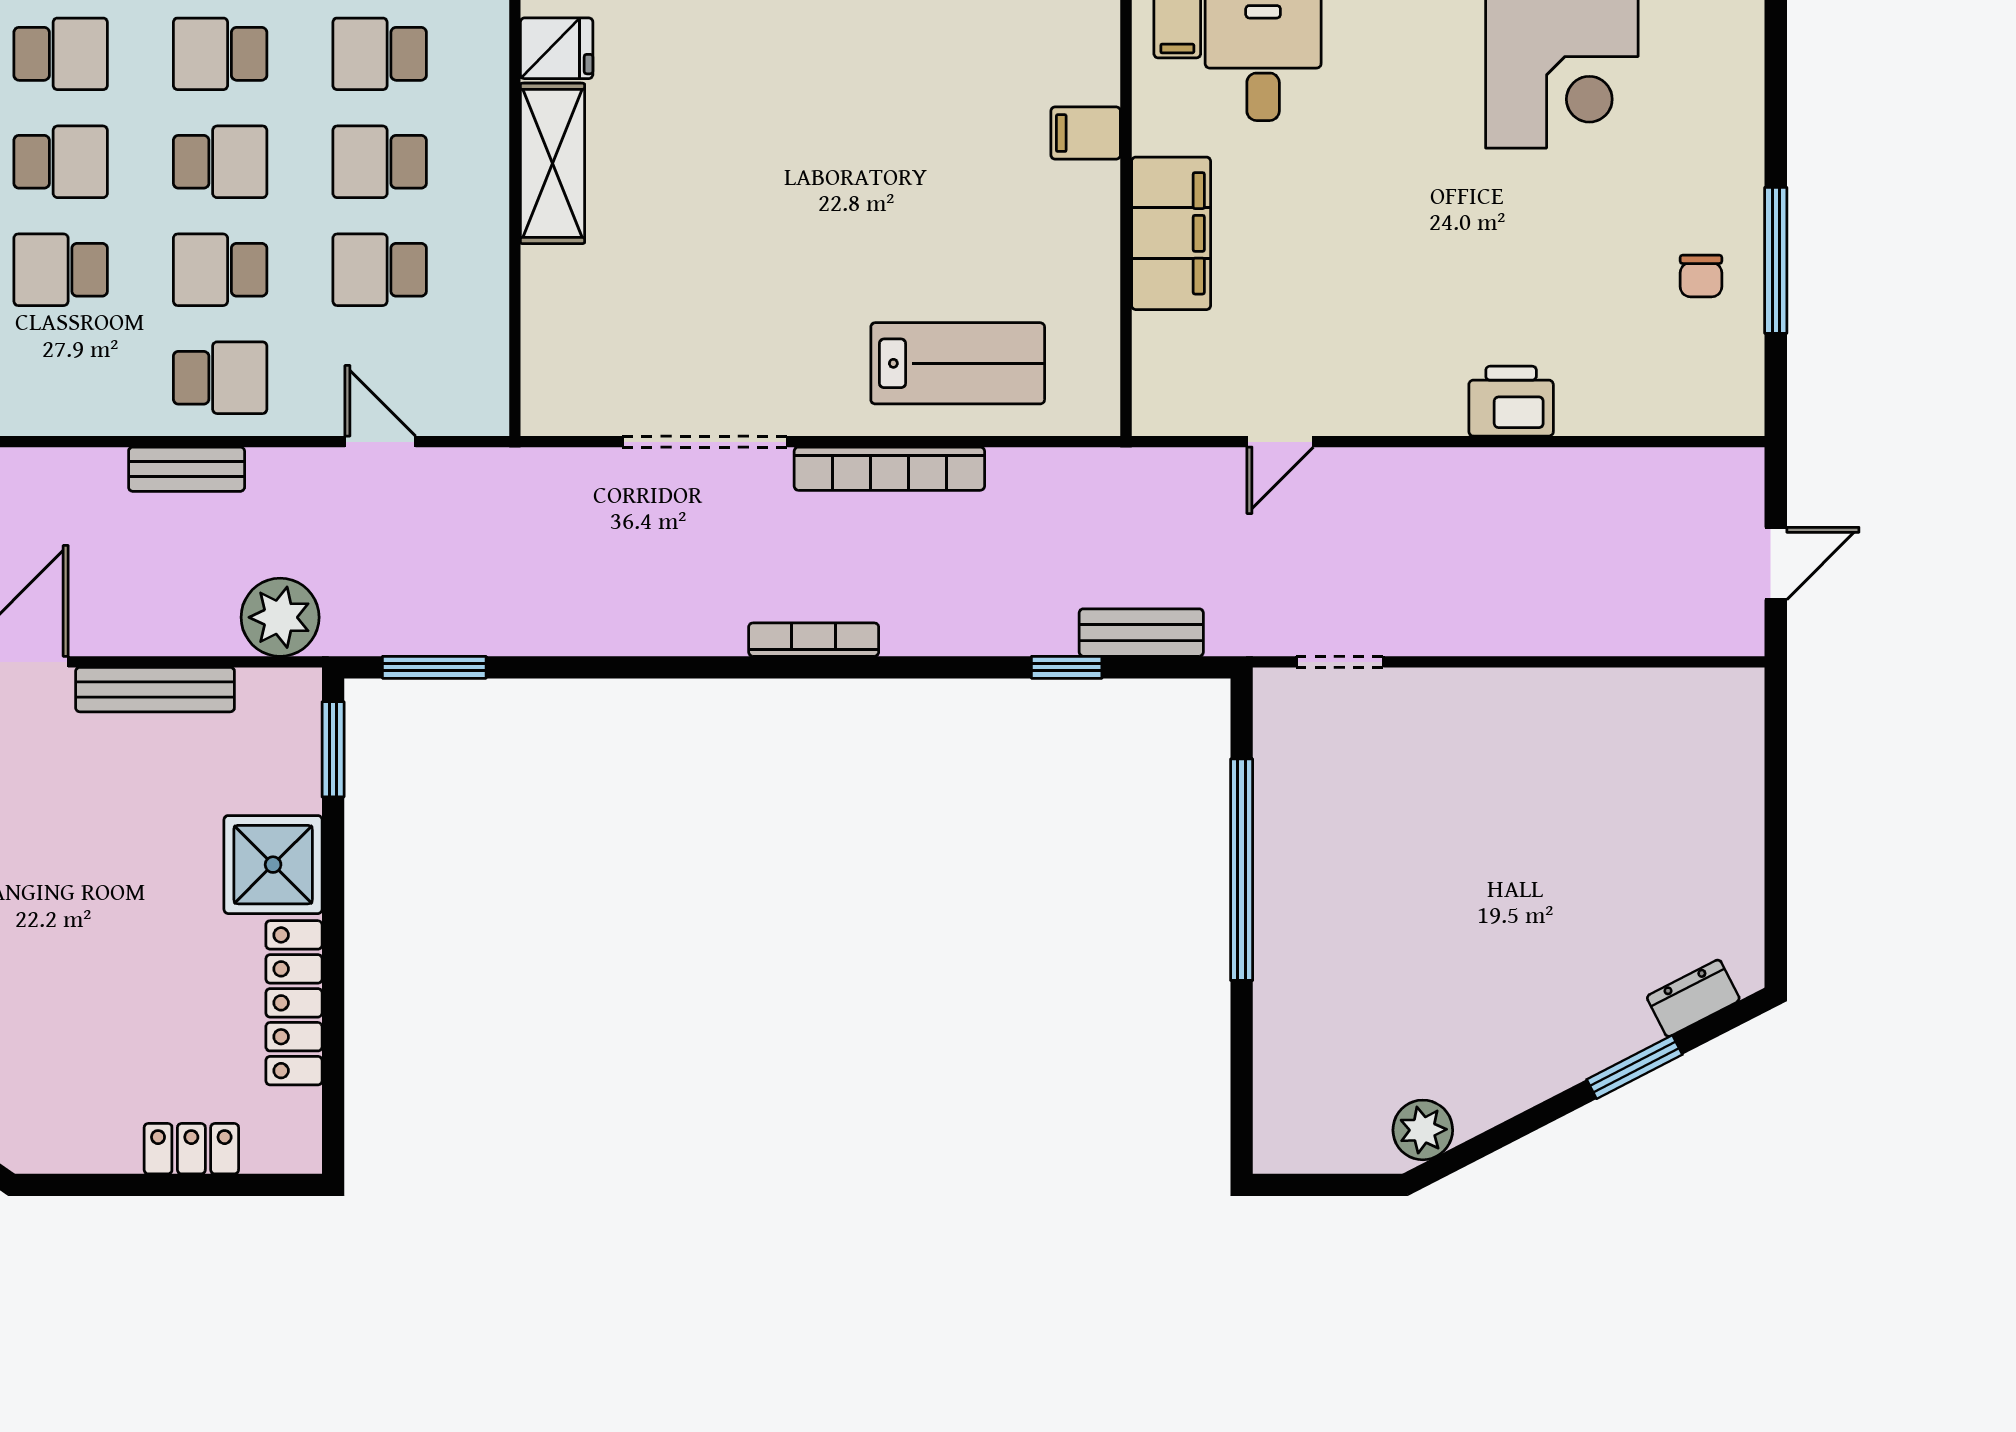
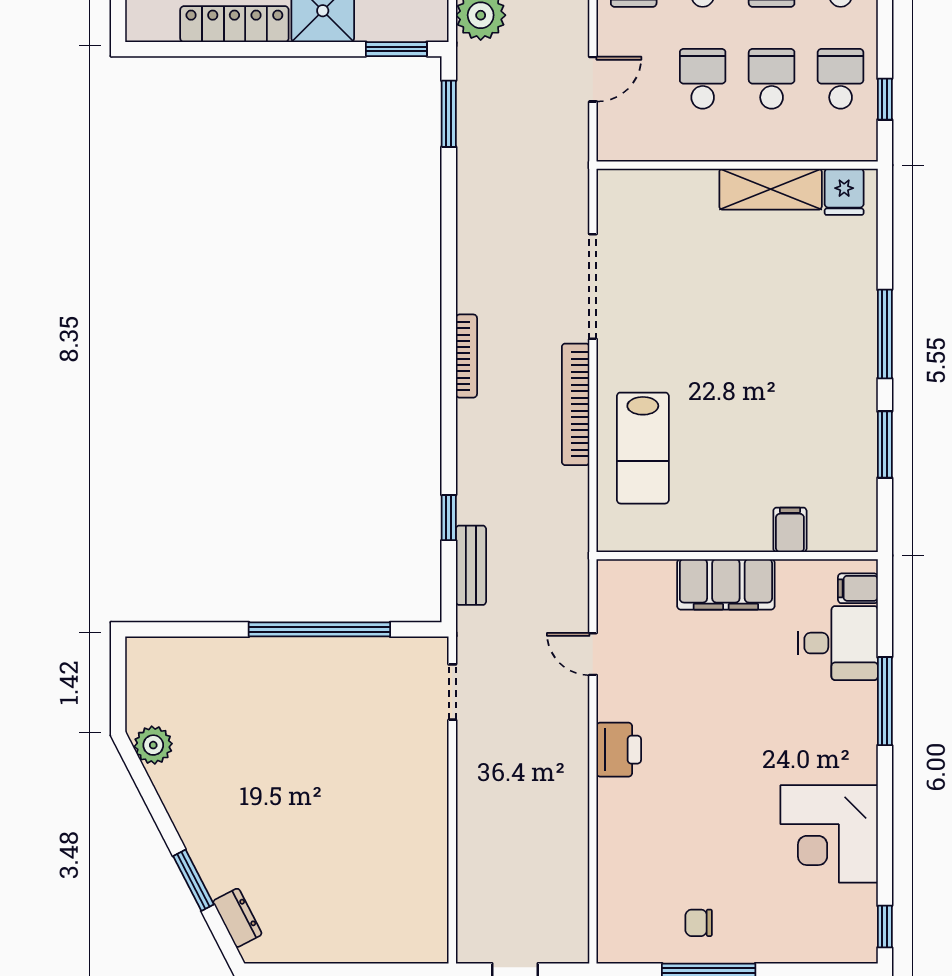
printer: (1511, 401) -> (619, 750), moved

